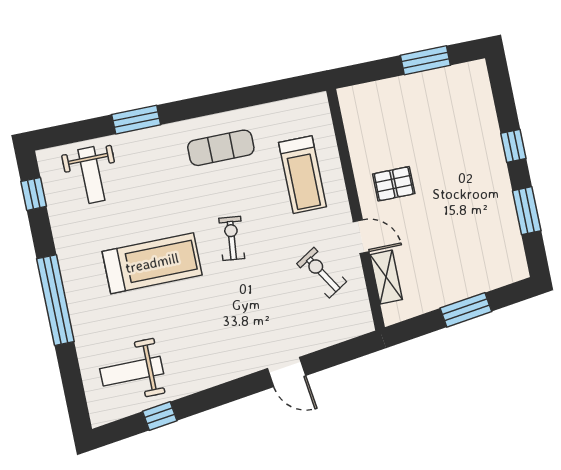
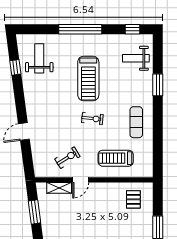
pallet: (394, 184) -> (133, 199), moved
window: (466, 310) -> (35, 212), moved

